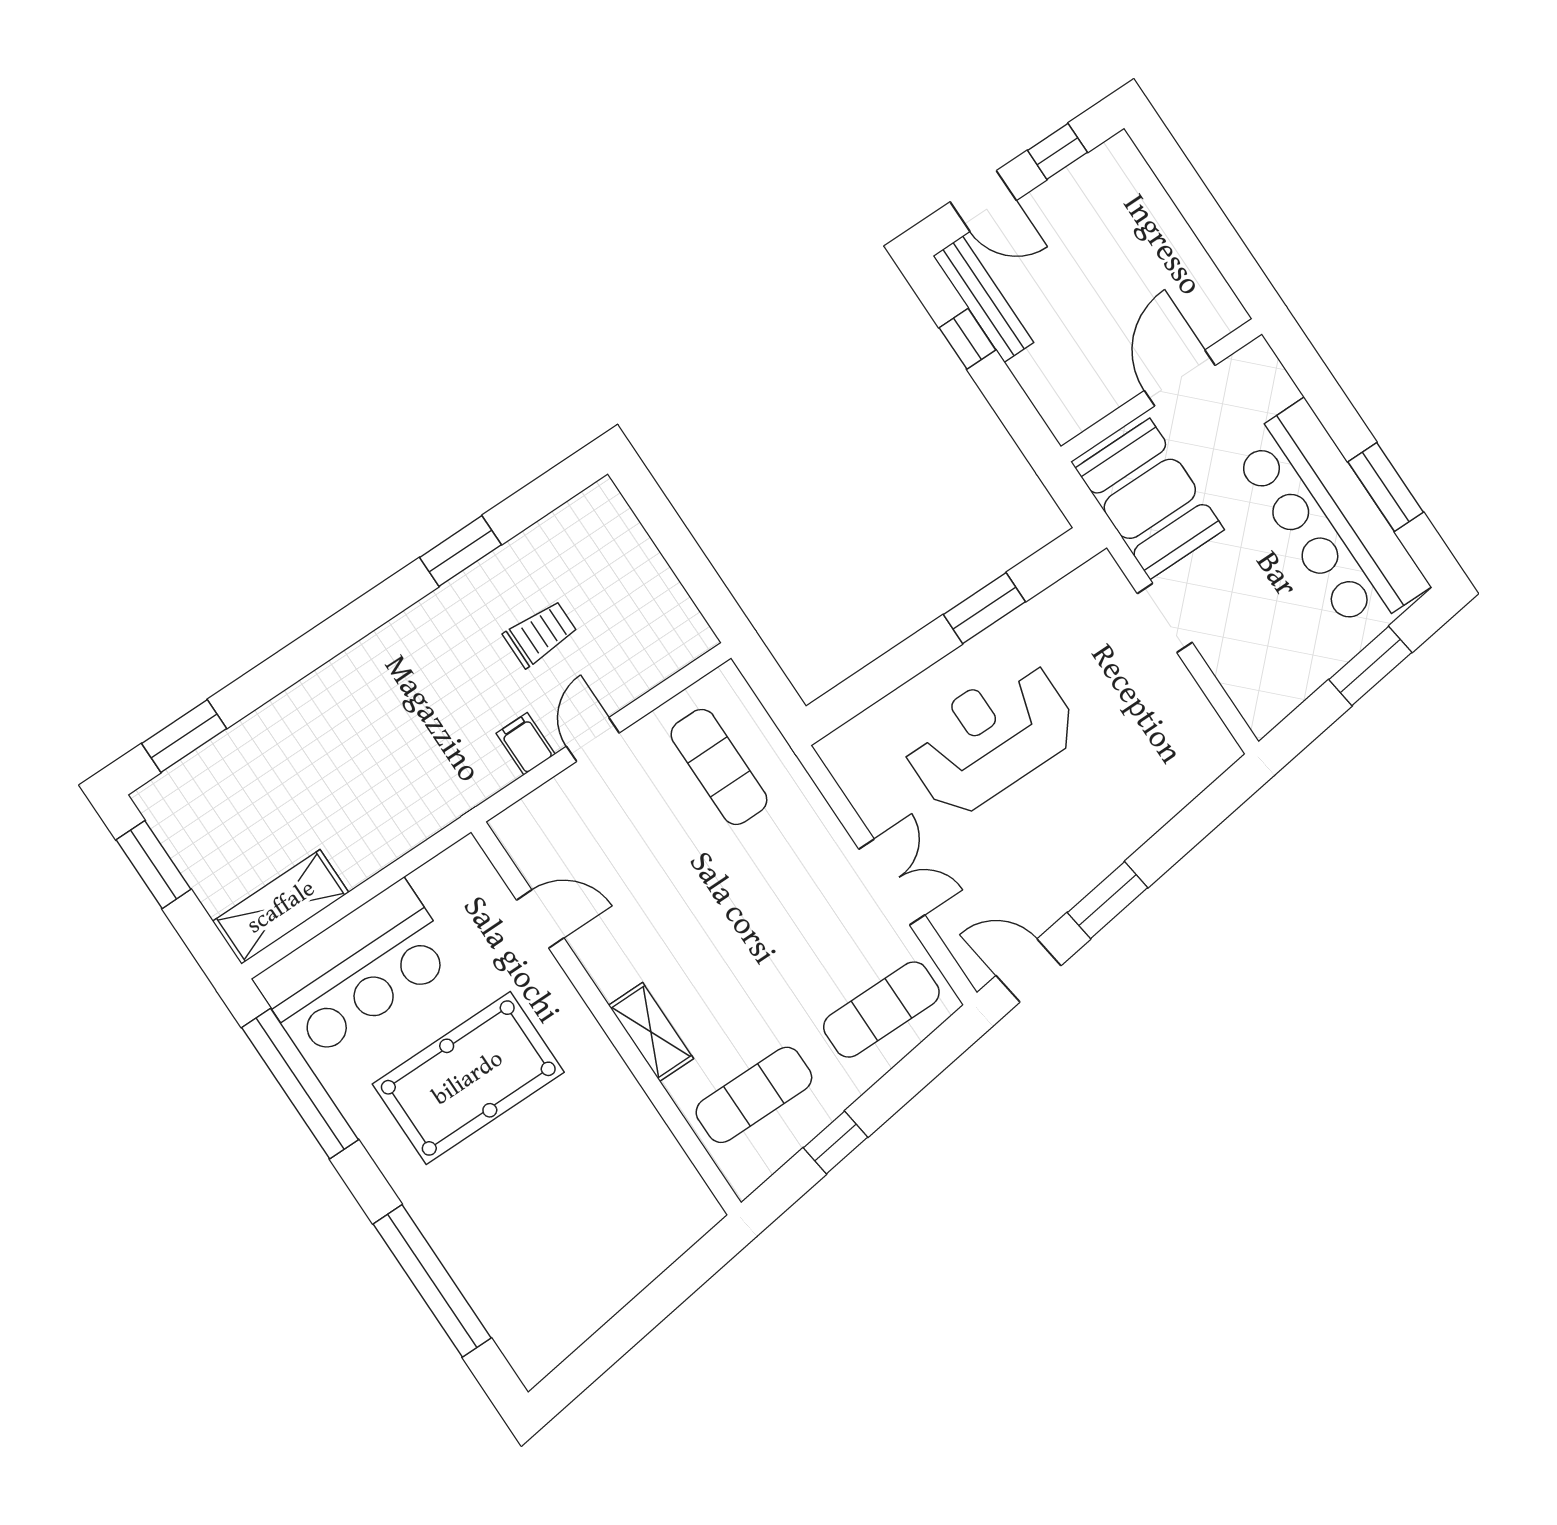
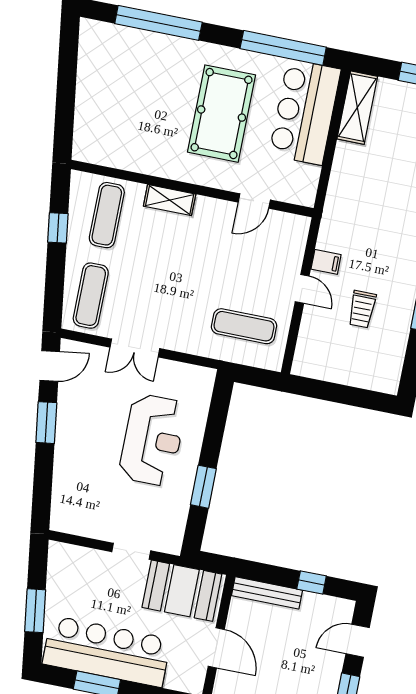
bench: (983, 299) -> (267, 593), moved

